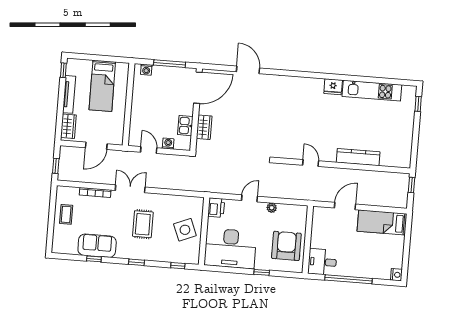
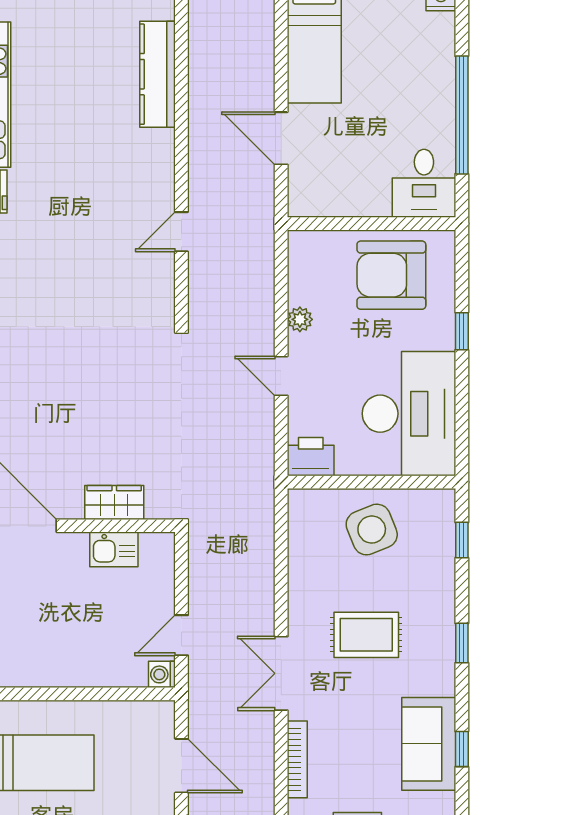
washing machine: (168, 144) -> (162, 674), moved
kitchen counter: (358, 157) -> (158, 74), moved

